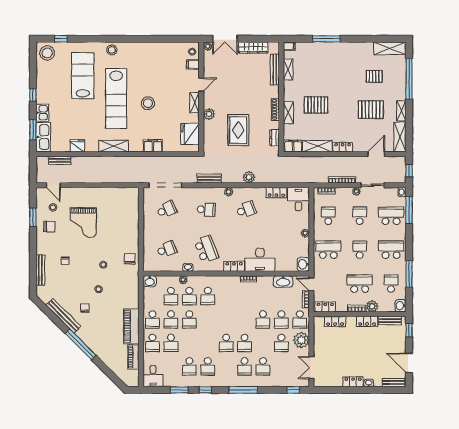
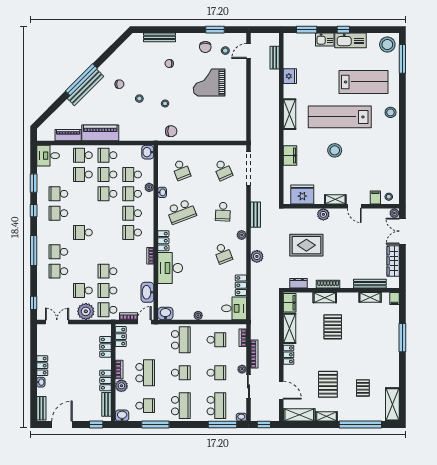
window: (61, 39) -> (402, 59), width x2.17
kitchen sink: (43, 137) -> (350, 40), moved
bench: (63, 316) -> (86, 87), moved
school desk: (245, 343) -> (132, 232), moved

